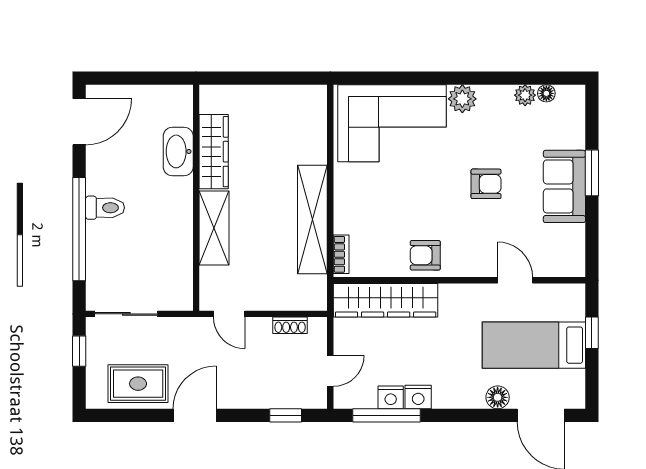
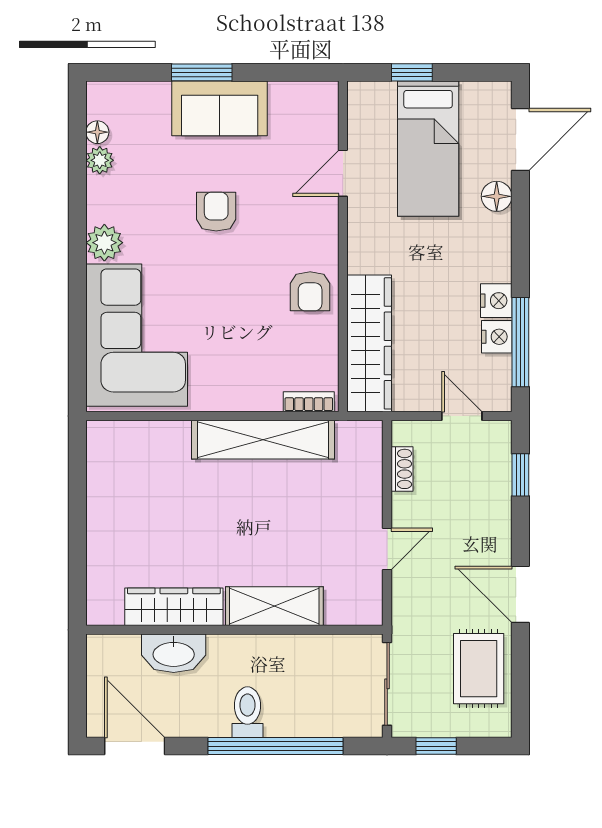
washbasin: (178, 151) -> (174, 653), moved
wardrobe: (214, 152) -> (174, 607), moved
wall: (196, 198) -> (234, 630), moved
shelving: (214, 228) -> (274, 606), moved

